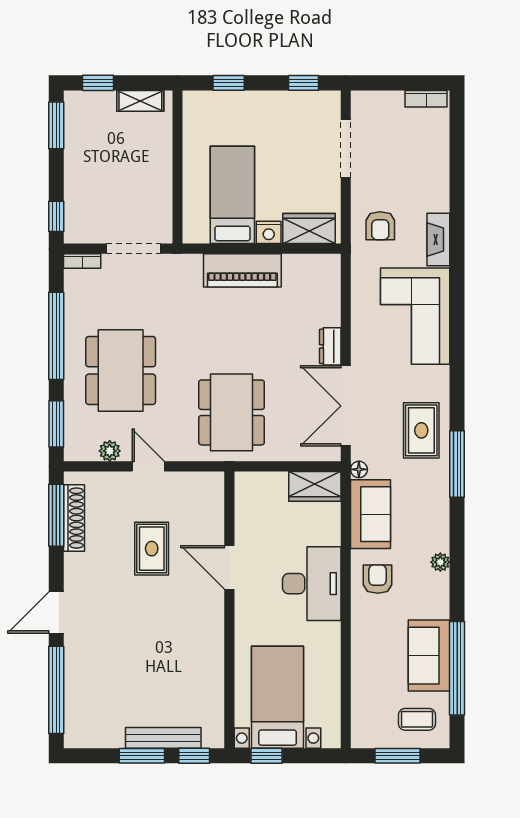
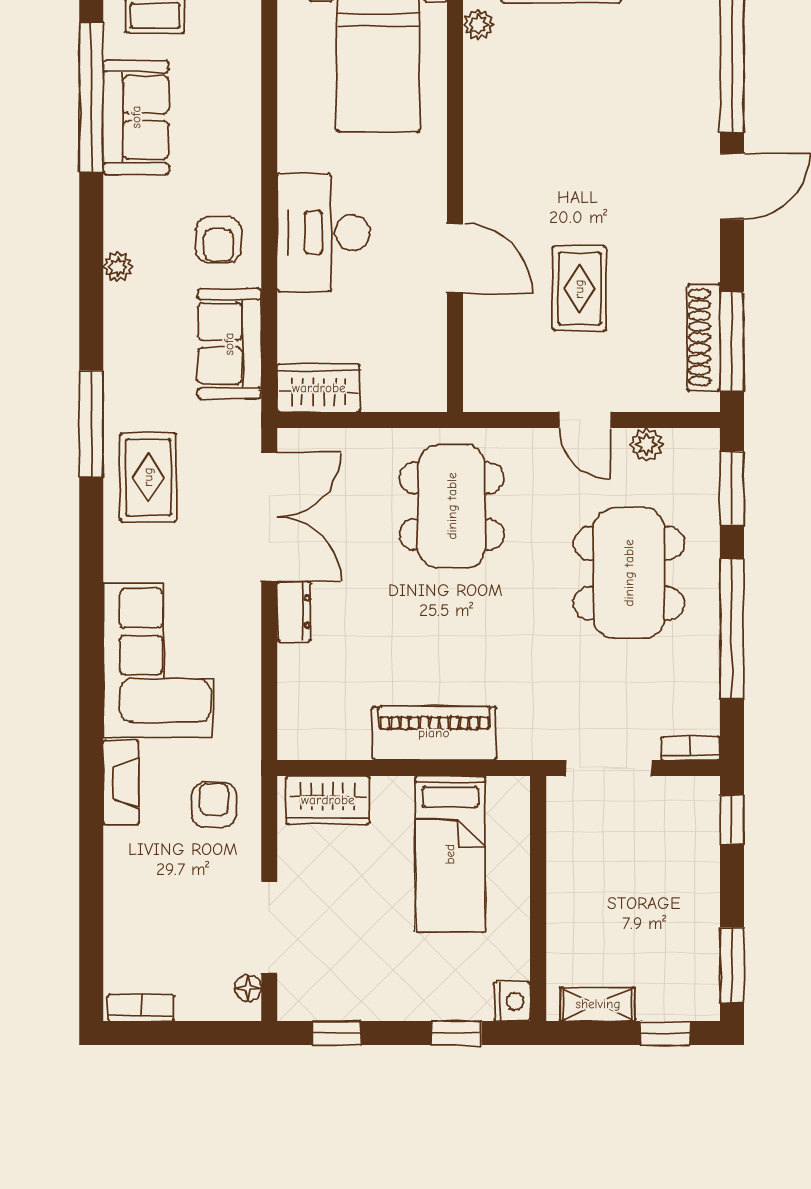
nightstand: (269, 232) -> (512, 1002), moved, turned 90
floor lamp: (359, 469) -> (248, 988), moved
plant: (215, 714) -> (478, 25), added

